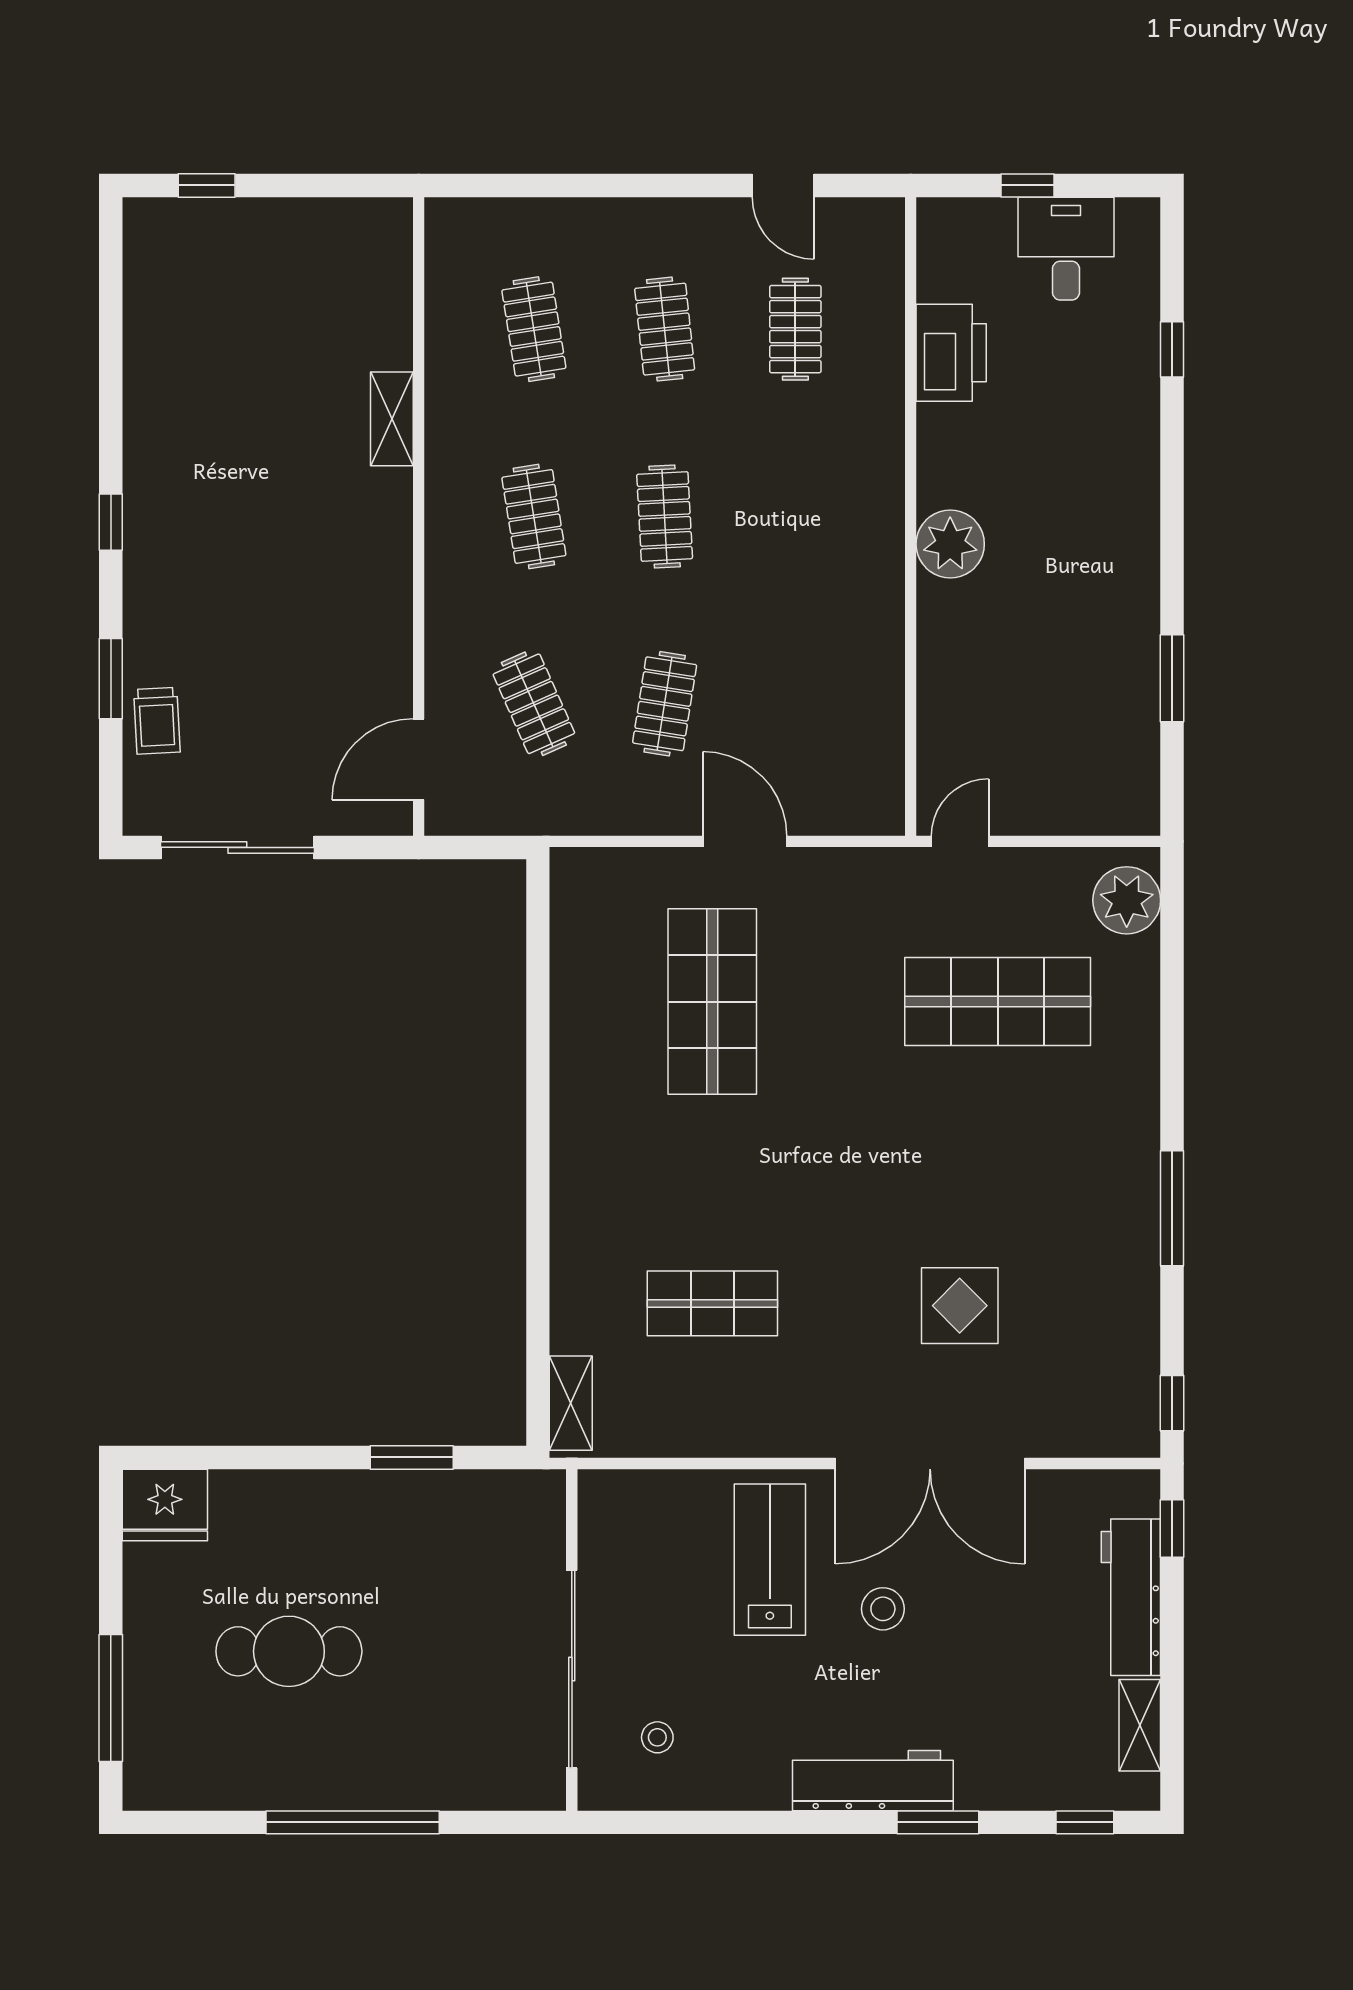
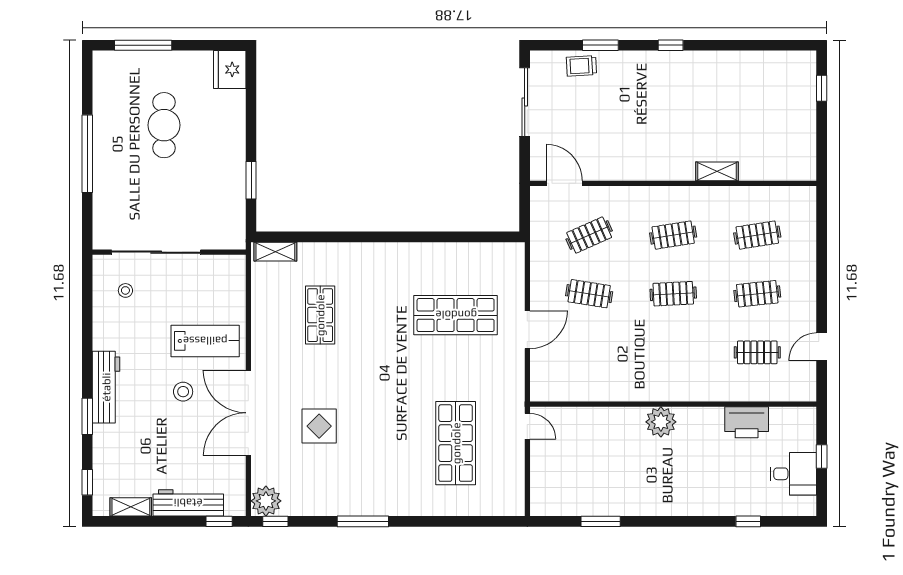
plant: (1127, 900) -> (266, 501), moved

